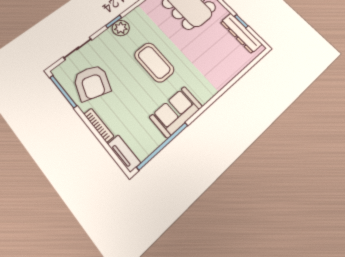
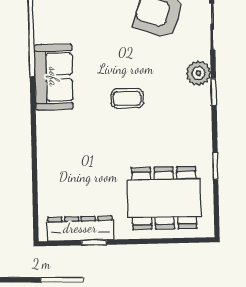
plant: (121, 28) -> (198, 73), moved
coffee table: (154, 62) -> (127, 98), width x0.54, depth x0.58

